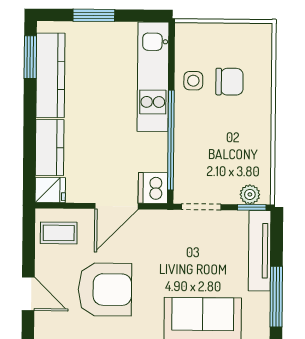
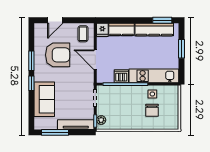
dishwasher: (153, 188) -> (121, 76), moved
armchair: (105, 290) -> (58, 55), turned -90

